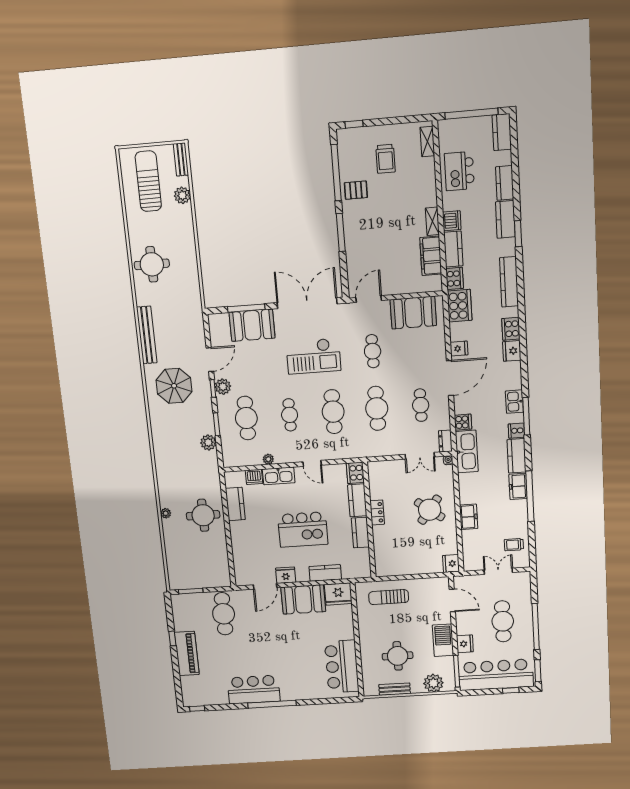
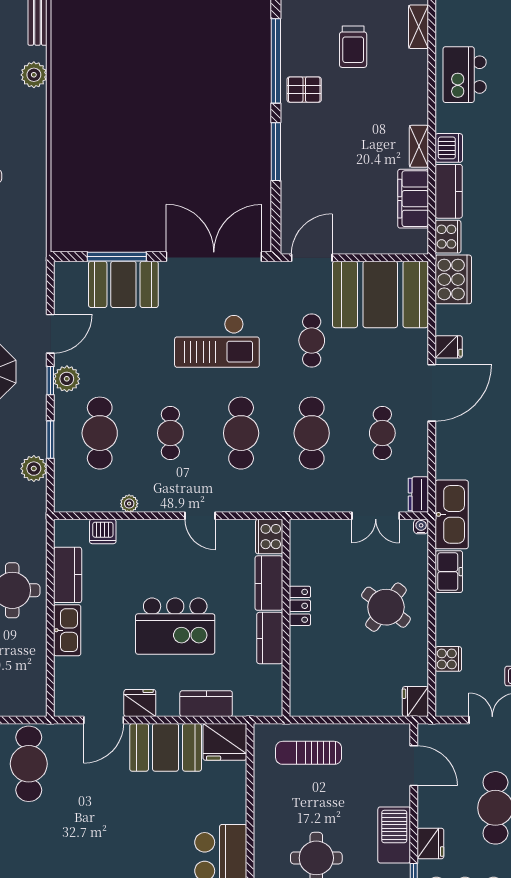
booth: (413, 313) -> (380, 294), width x1.36, depth x1.42
cooker: (463, 422) -> (448, 659), moved
kitchen sink: (279, 476) -> (67, 630), moved, turned -90
freezer: (469, 517) -> (449, 572), moved

